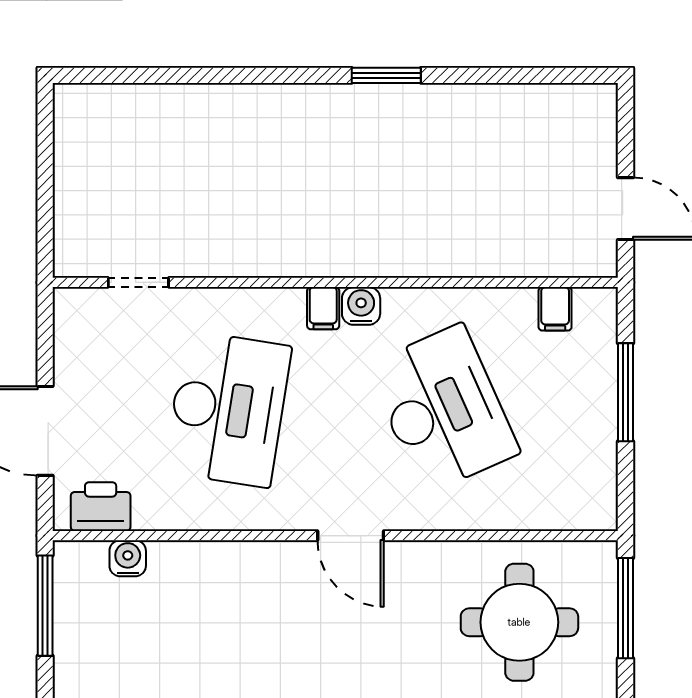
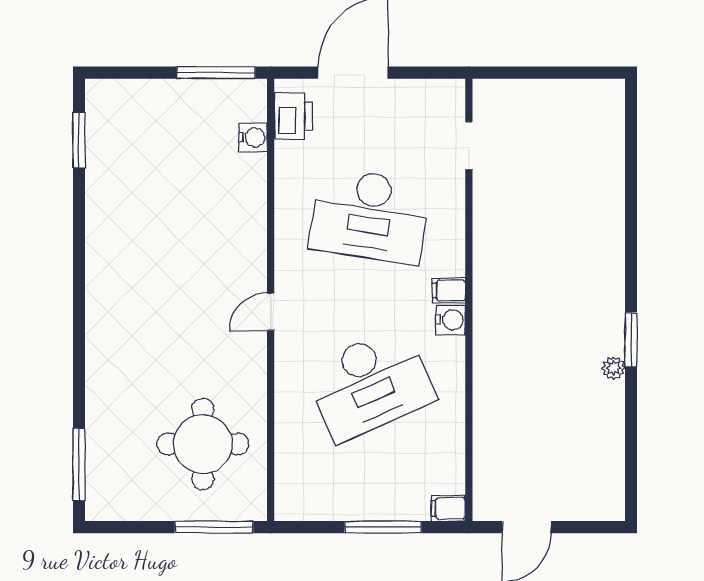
plant: (422, 98) -> (614, 368), added
filing cabinet: (555, 309) -> (448, 508), moved
door: (351, 536) -> (271, 312), width x0.73

